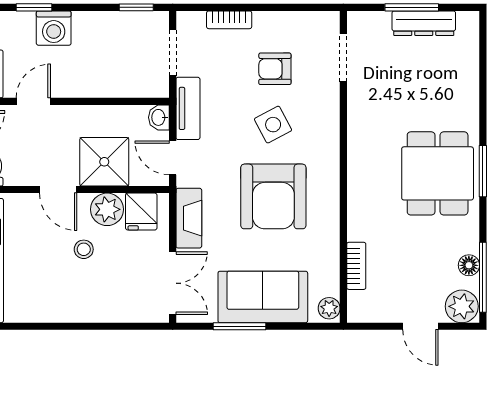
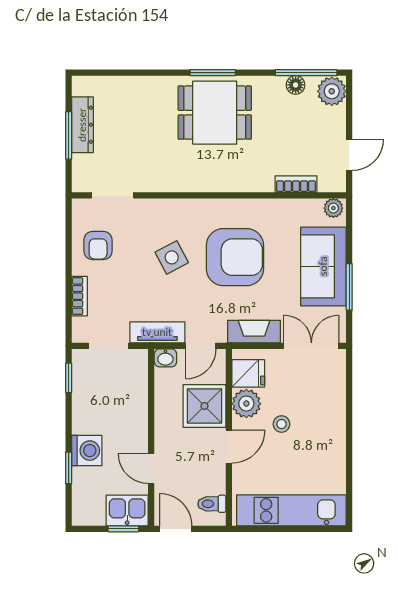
armchair: (275, 69) -> (98, 246), moved
door: (420, 326) -> (349, 155), moved

